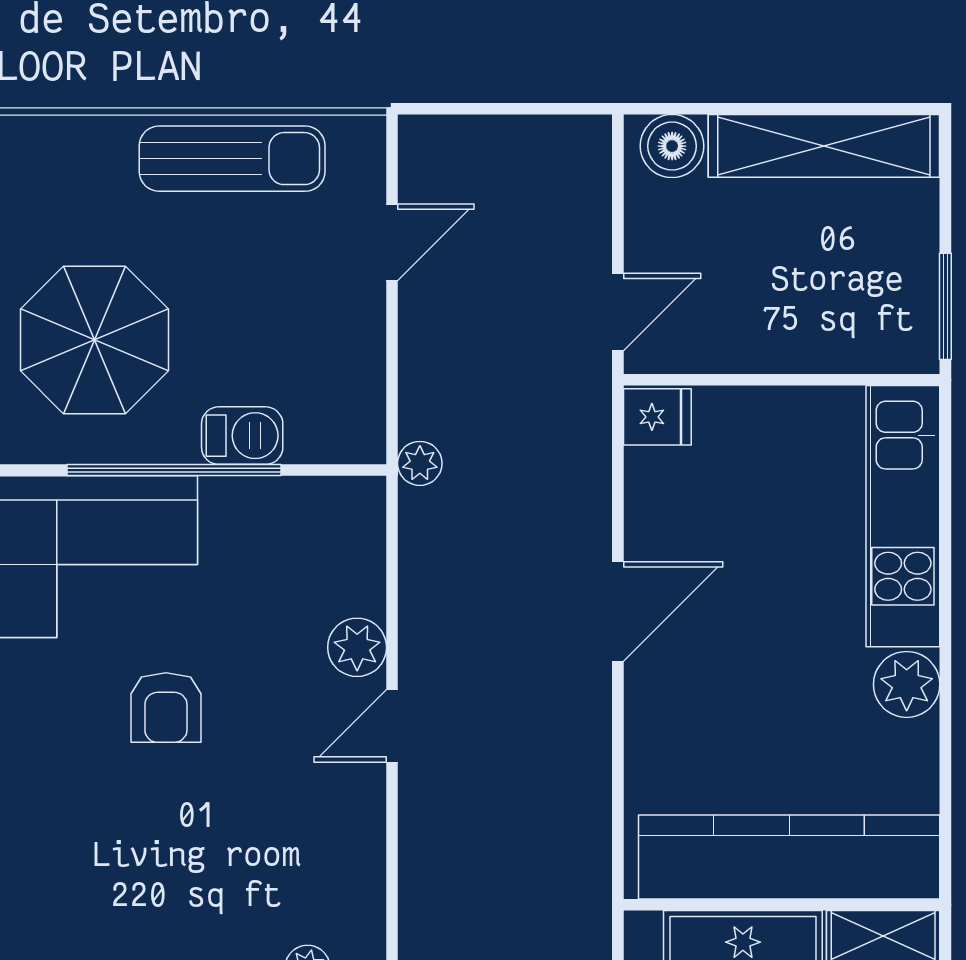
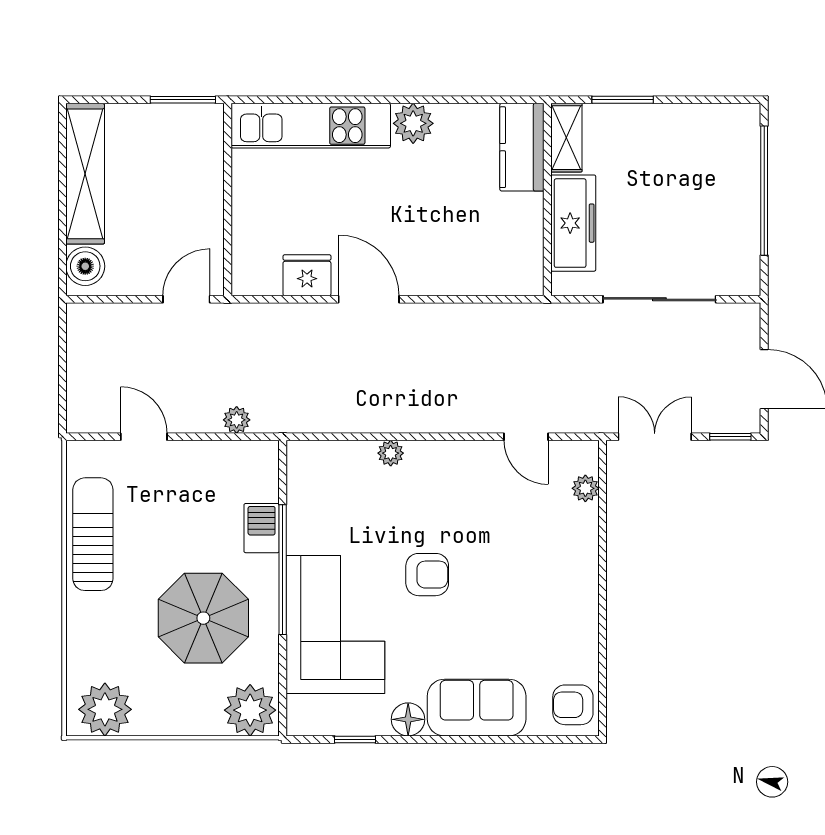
door: (618, 312) -> (186, 299), hinge flipped
fridge: (657, 417) -> (307, 275), moved, width x1.38
plant: (420, 463) -> (237, 420), moved
plant: (357, 647) -> (391, 453), width x0.73, depth x0.73
door: (392, 726) -> (526, 437), moved
kitchen counter: (789, 857) -> (522, 147), width x0.48, depth x0.86

